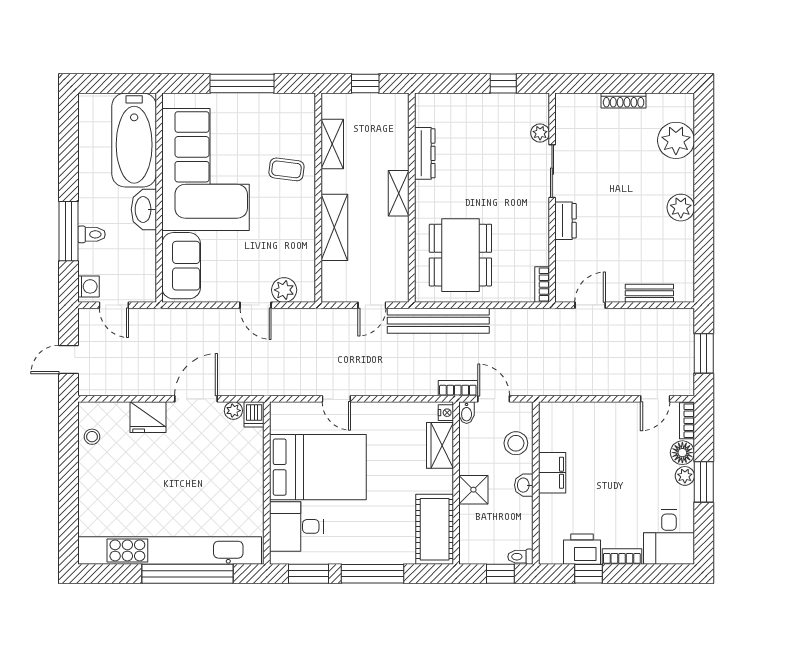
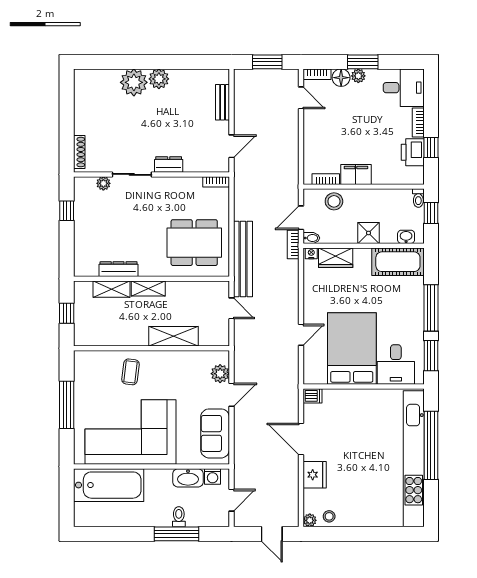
shoe rack: (624, 100) -> (79, 152), moved
plant: (676, 140) -> (134, 82), moved
shelving: (332, 144) -> (111, 289), moved
washbasin: (144, 209) -> (188, 478), moved
sofa: (181, 266) -> (215, 433), moved, turned -90
washing machine: (88, 286) -> (213, 476), moved, turned 180
door: (590, 305) -> (231, 146), swing flipped
plant: (233, 411) -> (310, 520), moved
bookcase: (546, 432) -> (326, 179), added
washbasin: (524, 485) -> (406, 237), moved, turned 180

